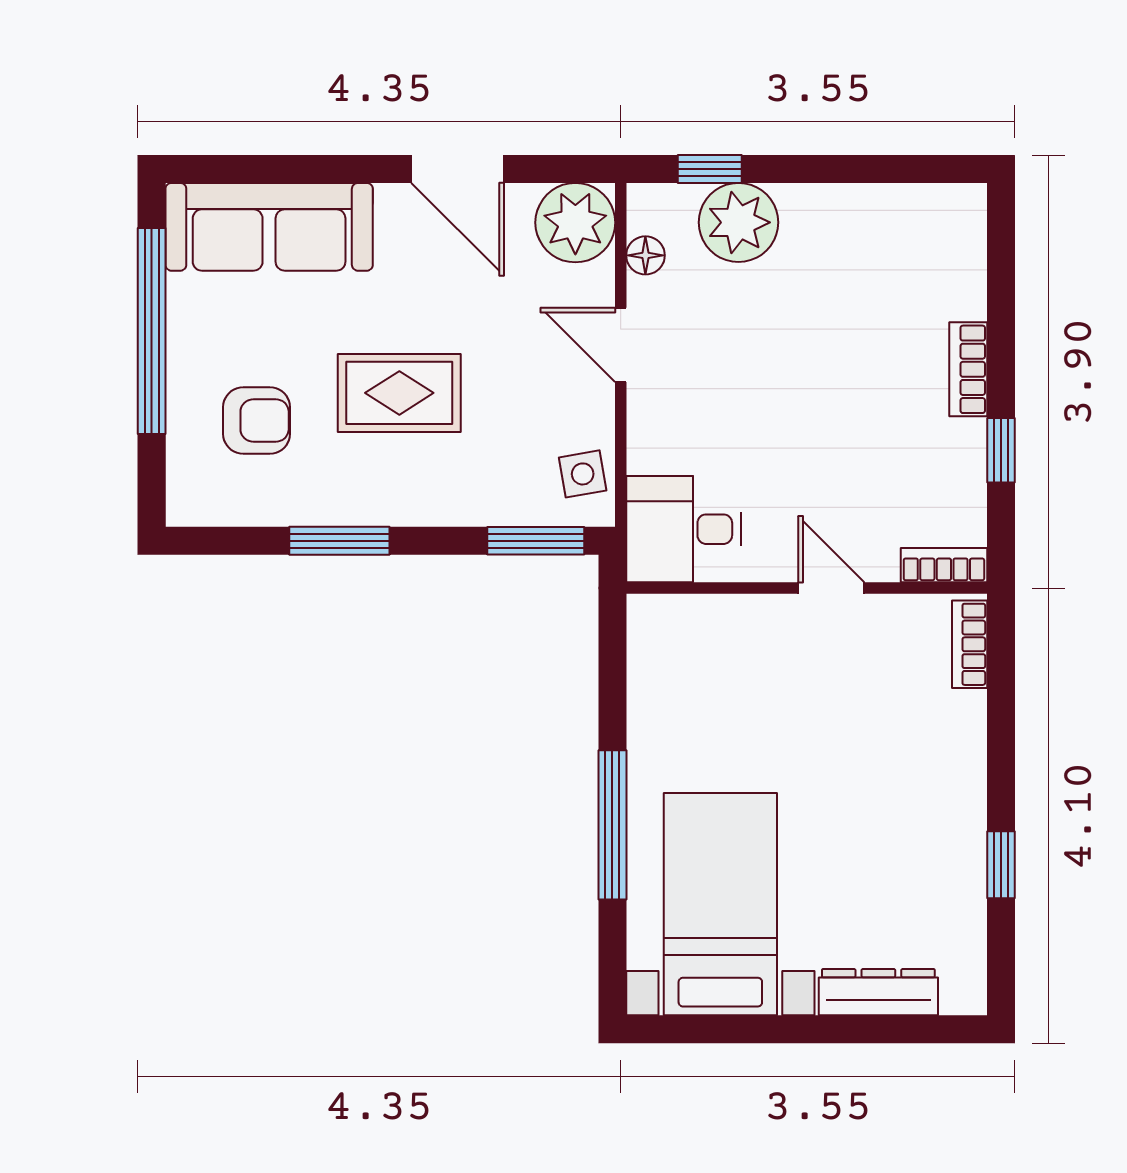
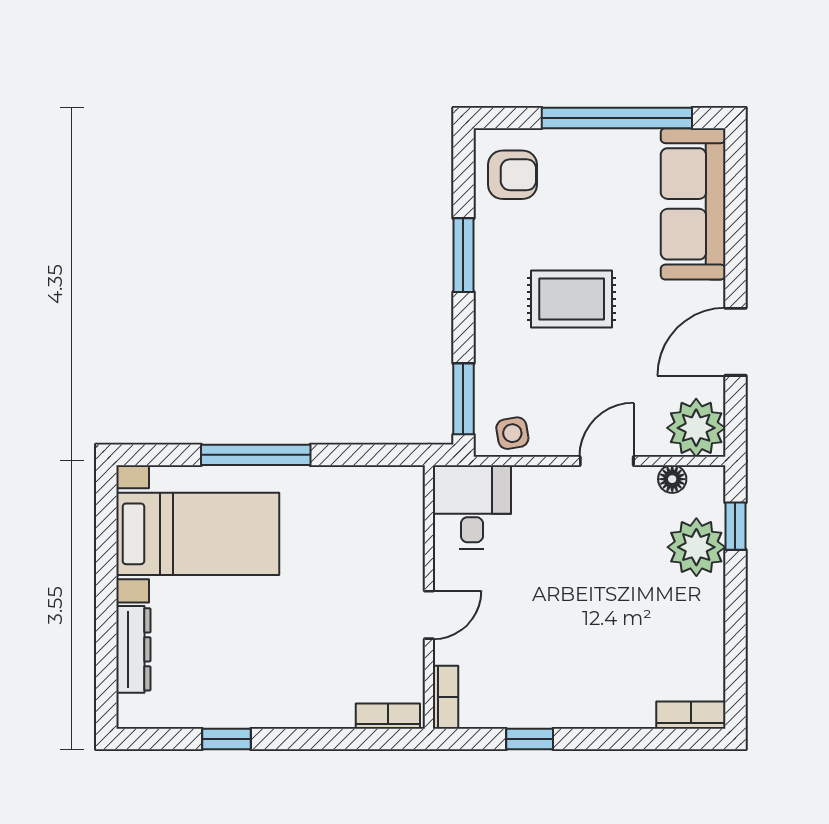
bookcase: (968, 369) -> (691, 715), moved
rug: (399, 393) -> (572, 299), turned 90
armchair: (257, 420) -> (513, 175), moved, turned -90

